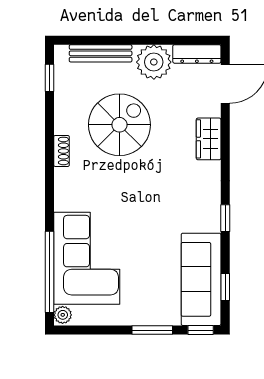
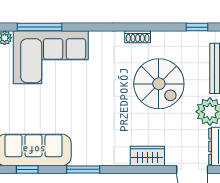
window: (225, 218) -> (83, 169), width x1.50
window: (49, 272) -> (40, 27), width x0.68

